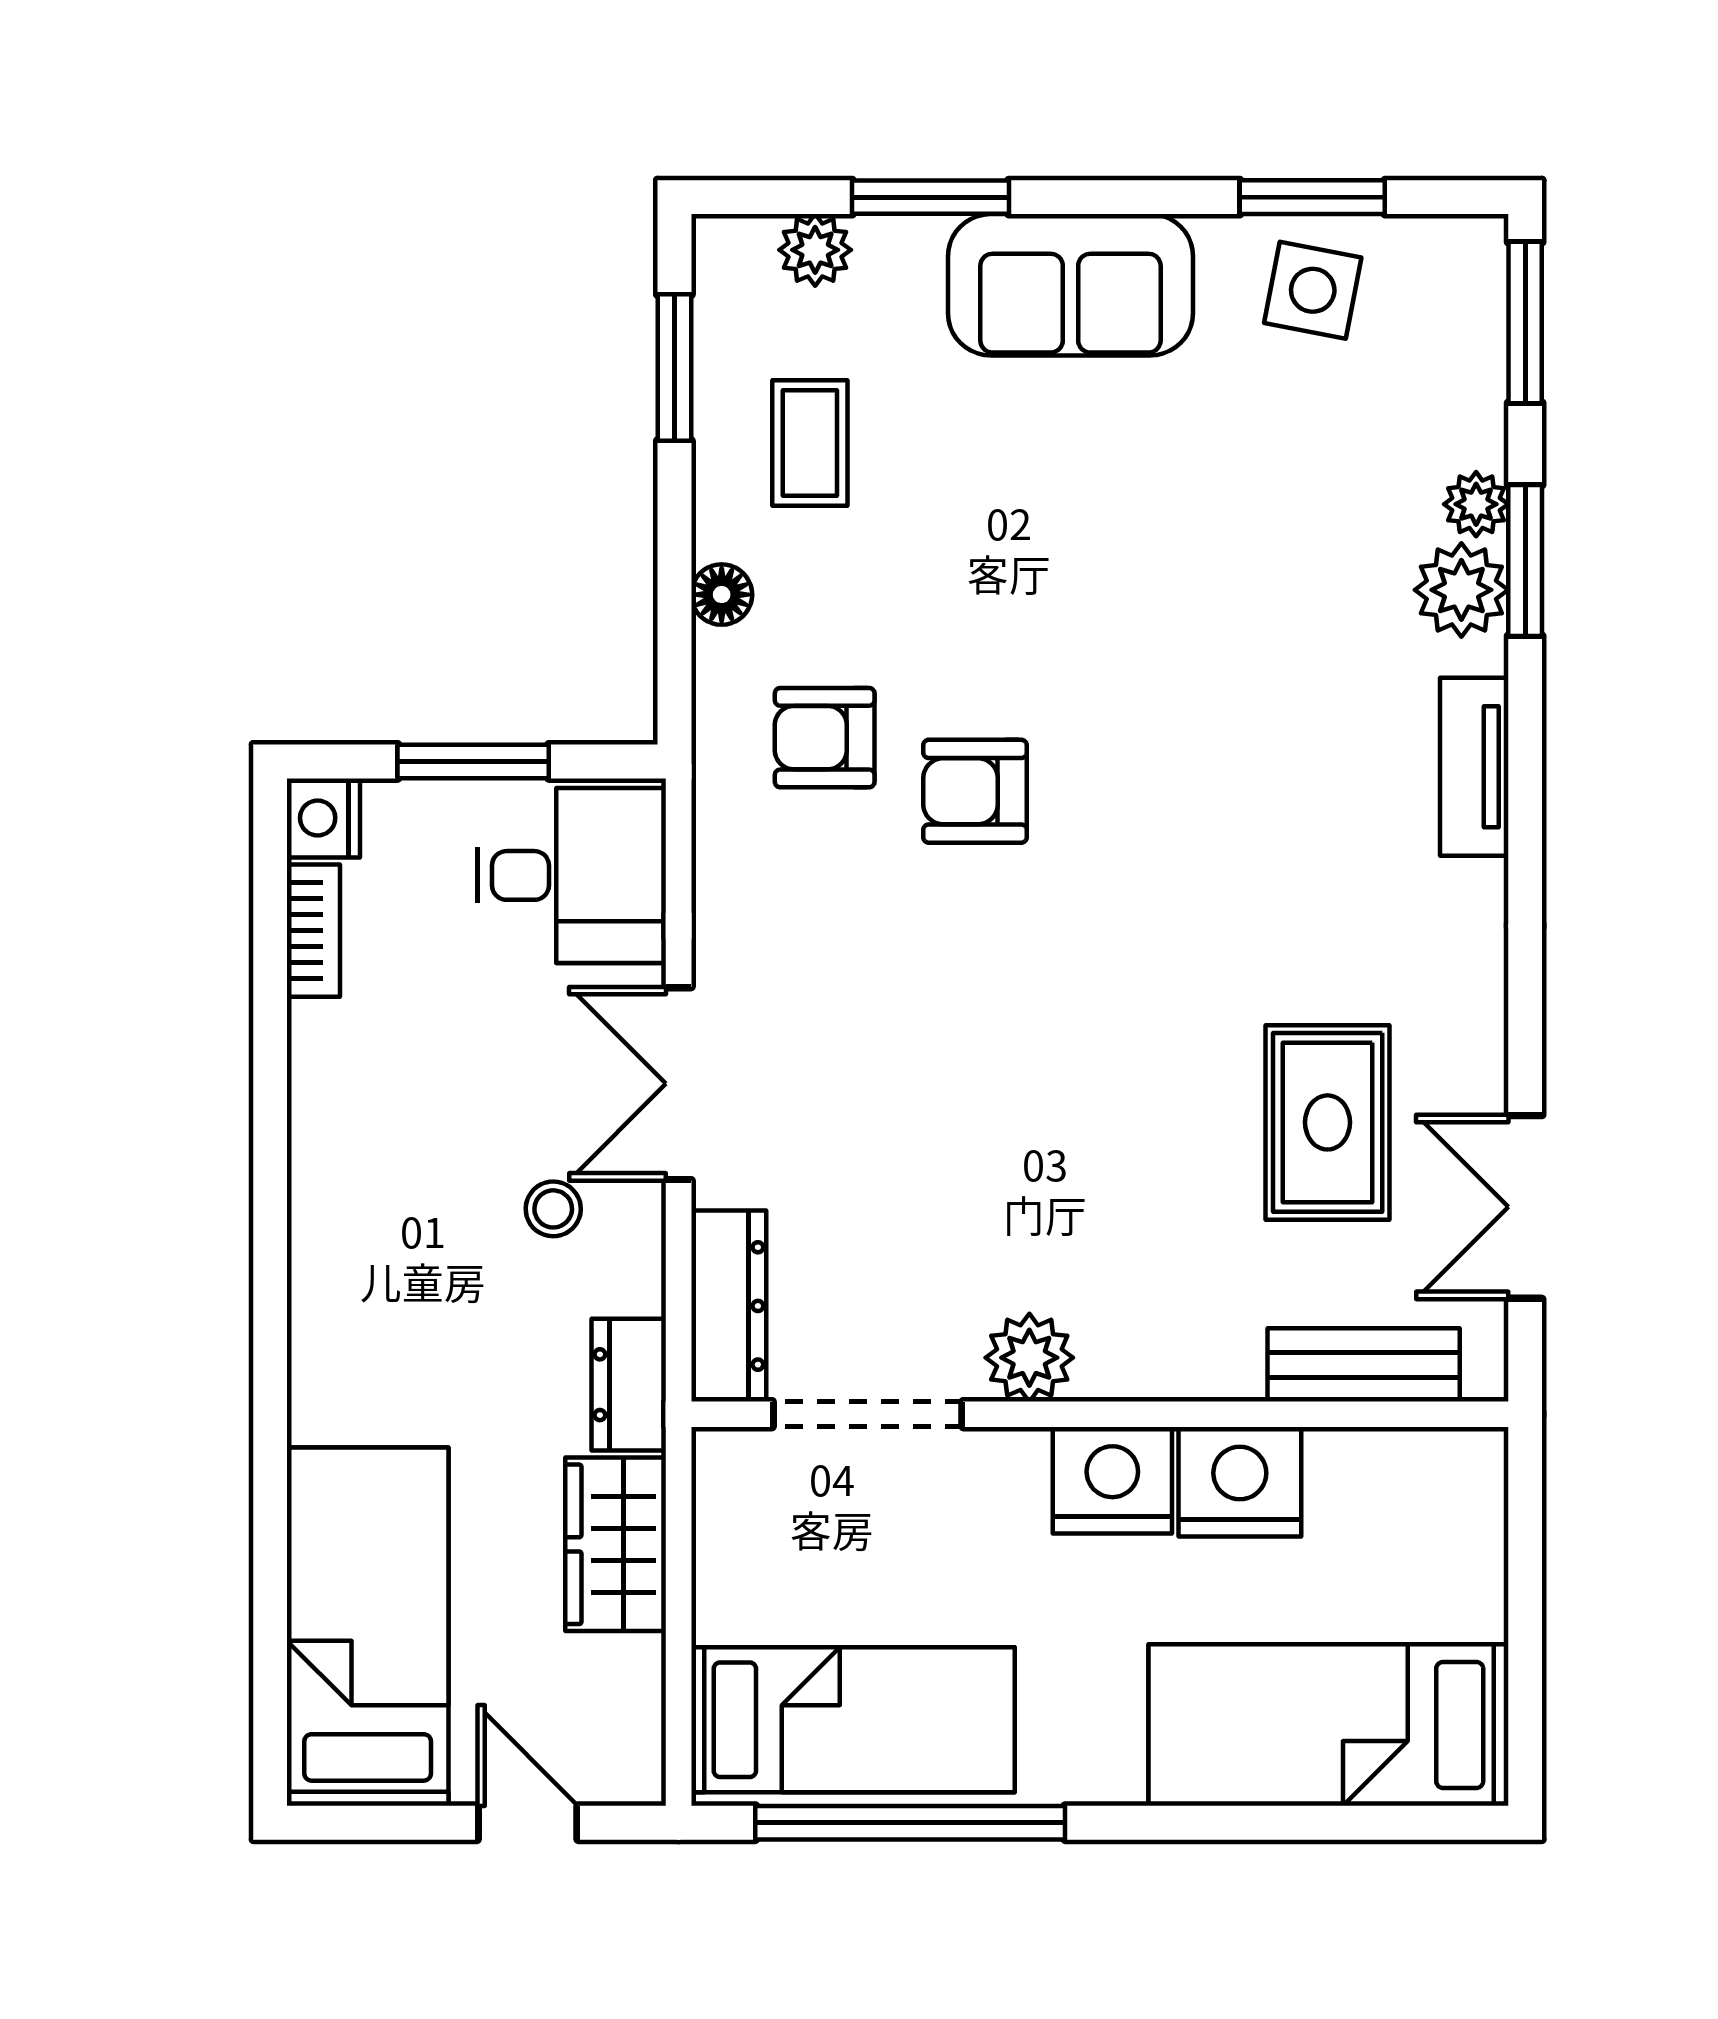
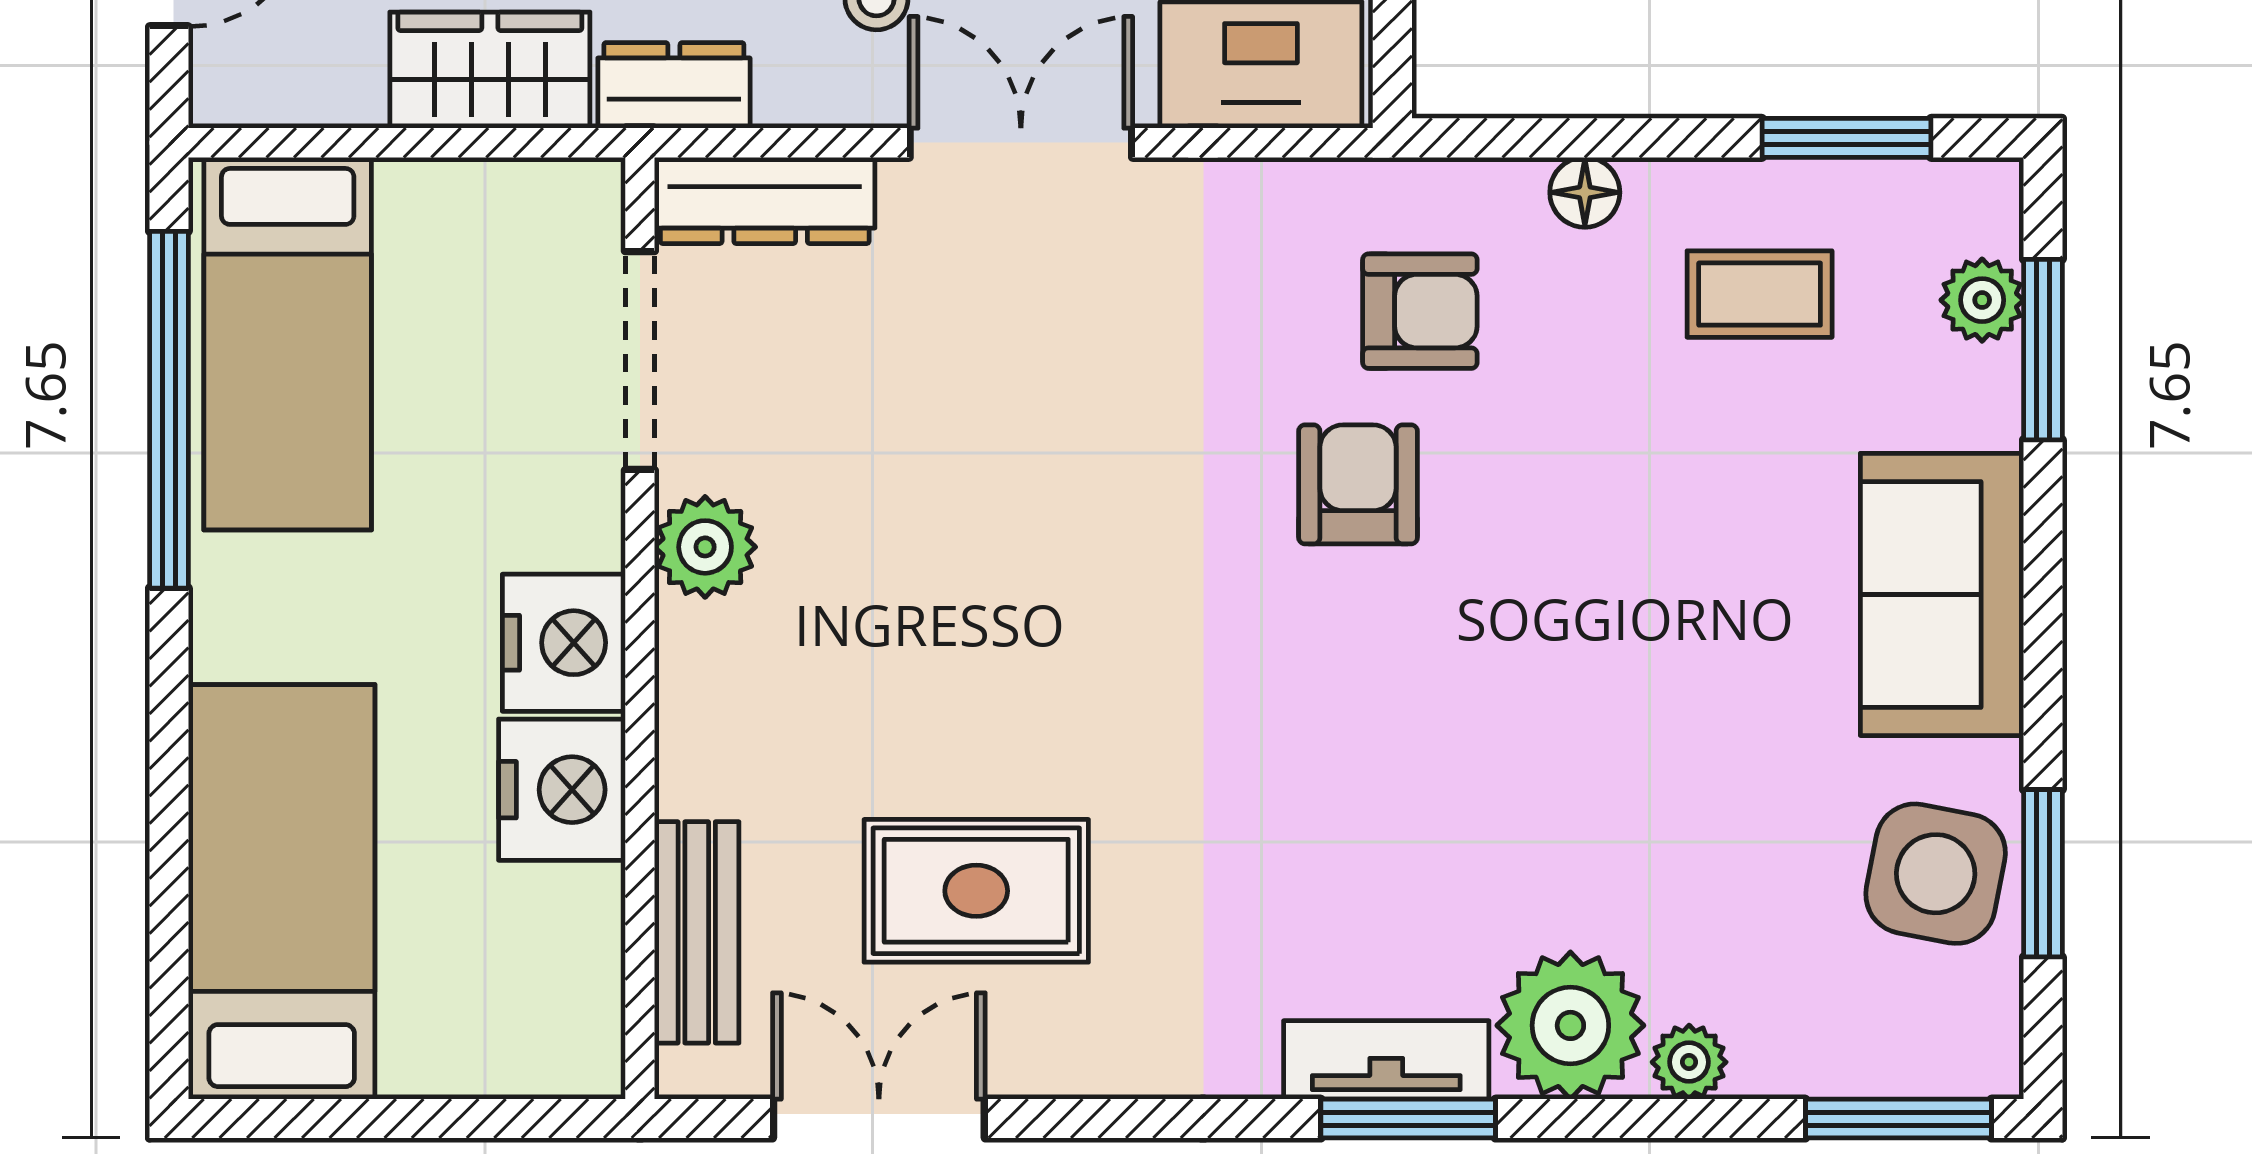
window: (930, 197) -> (2043, 350), moved
side table: (1313, 290) -> (1936, 874), width x1.37, depth x1.37
window: (1525, 560) -> (1408, 1119), moved
plant: (1461, 590) -> (1570, 1025), width x1.36, depth x1.36
armchair: (825, 738) -> (1420, 311), turned 90

